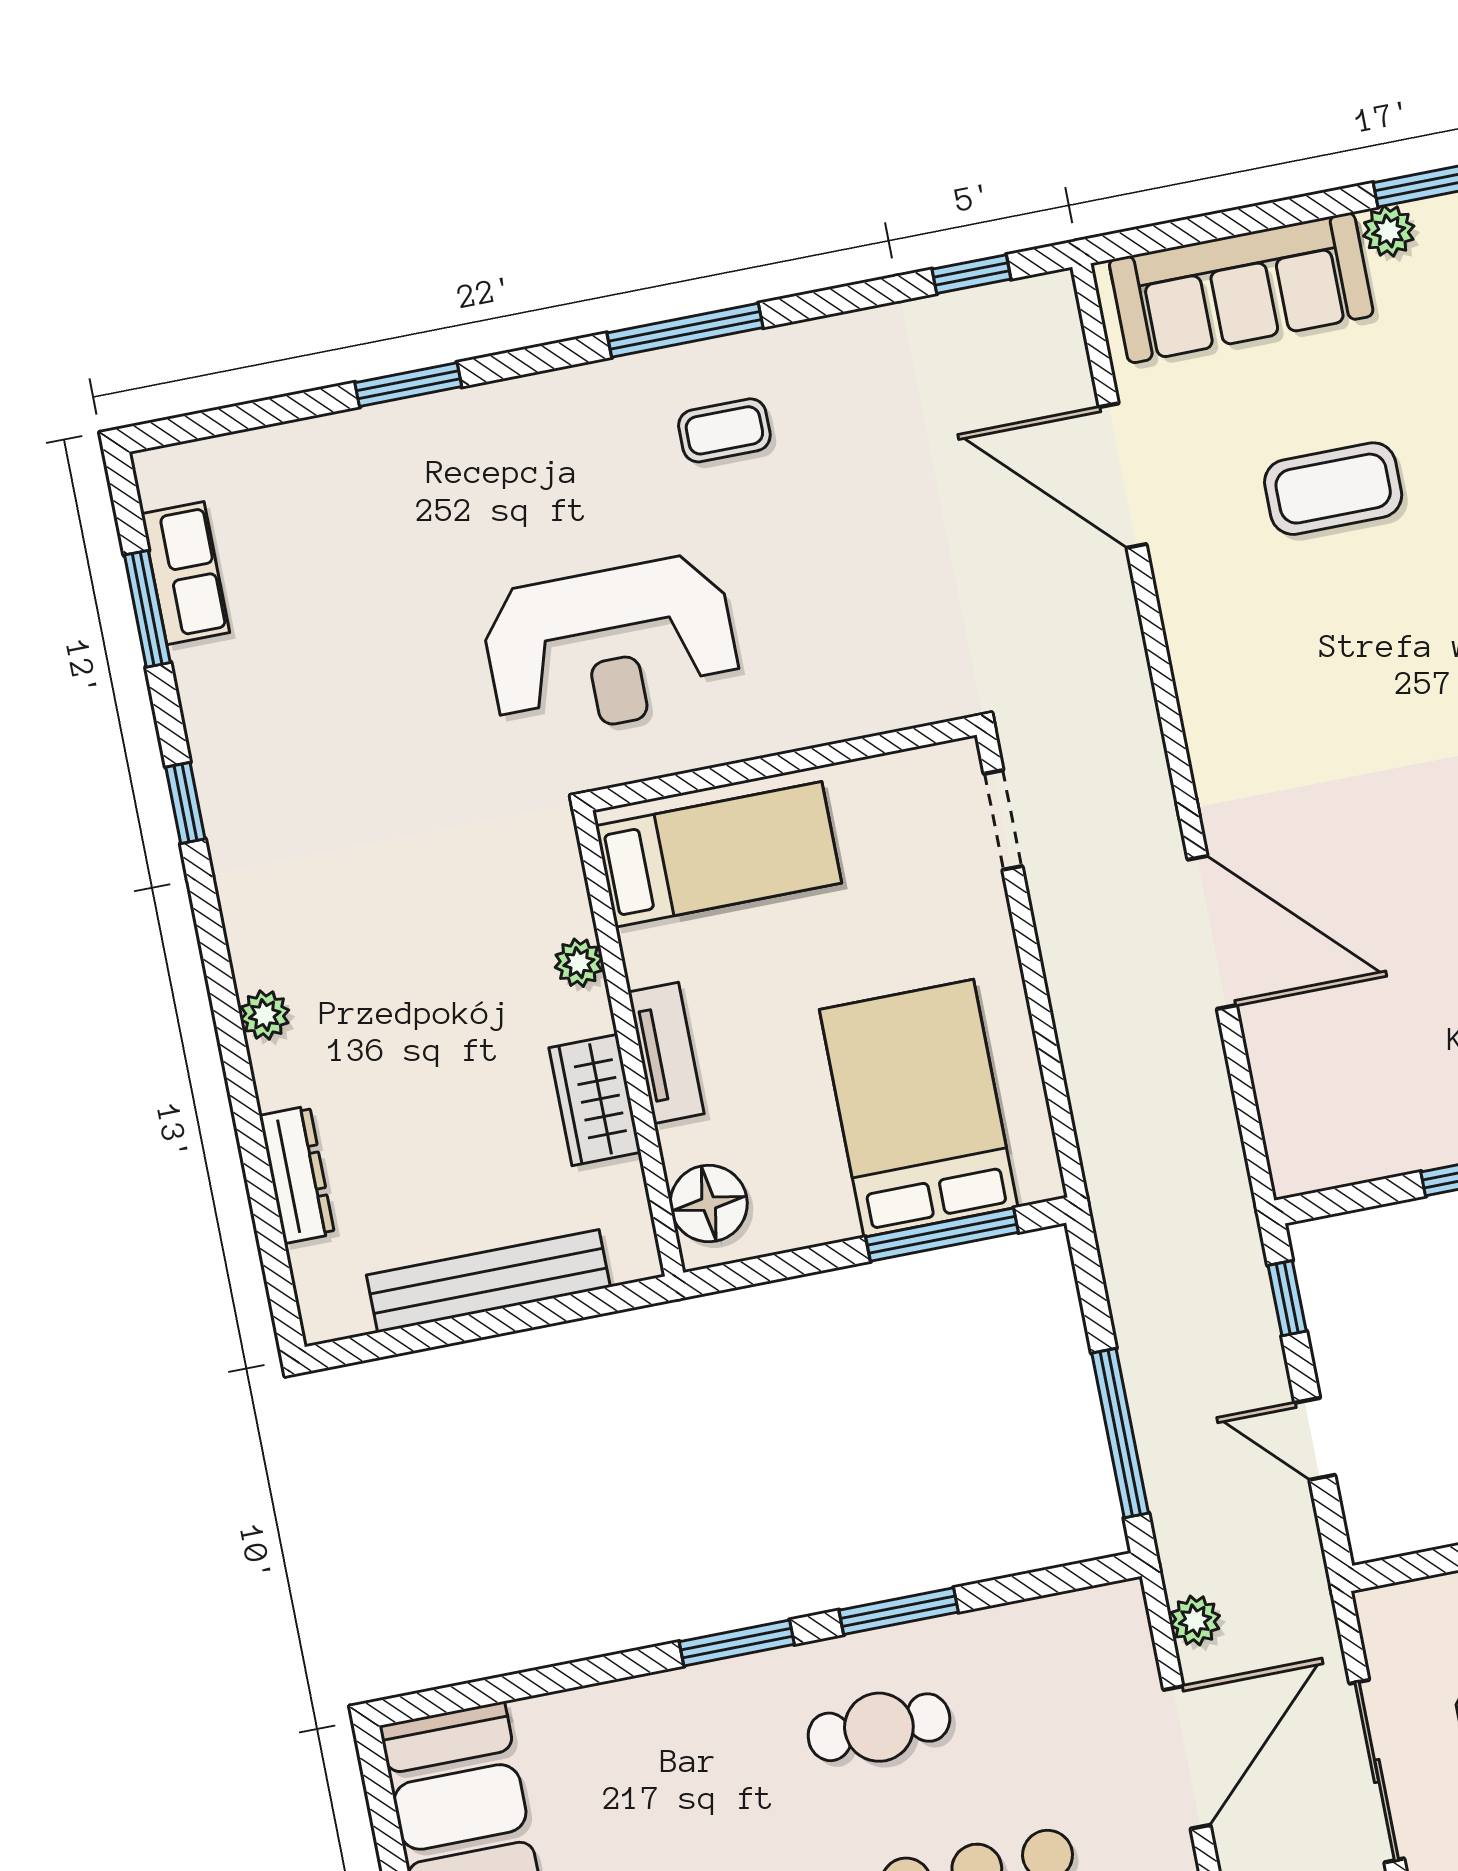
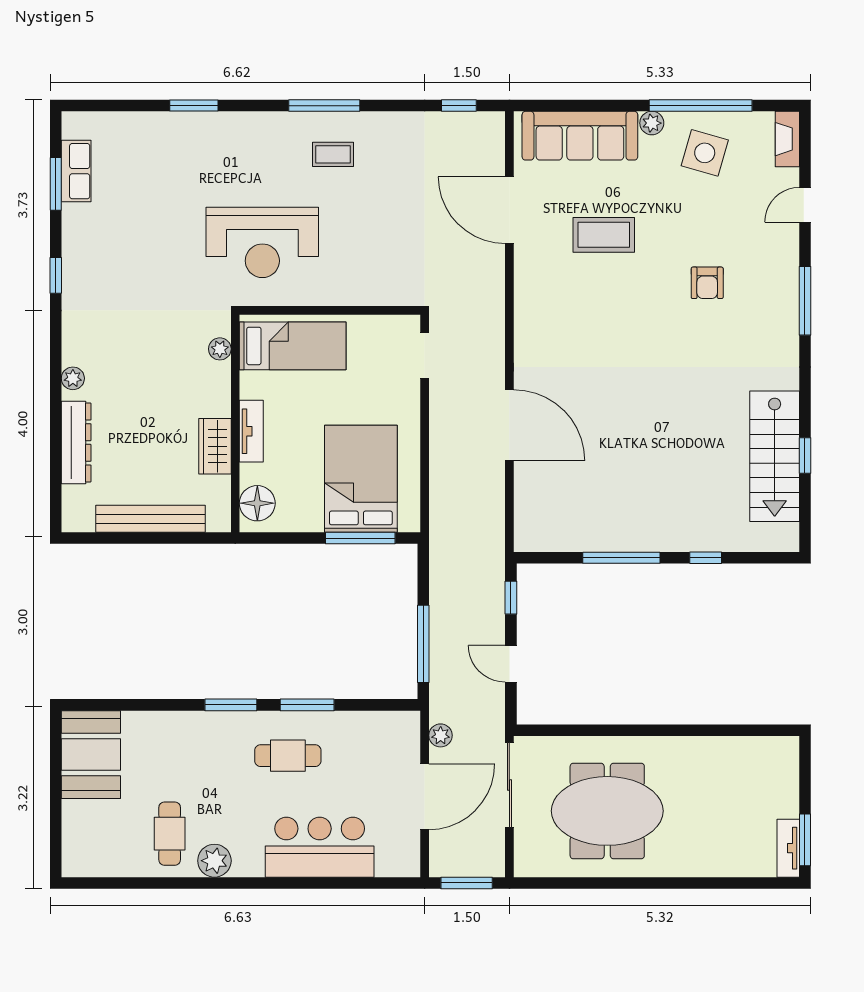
plant: (579, 963) -> (220, 349), moved
dresser: (297, 1175) -> (76, 443), width x1.37, depth x1.24
sliding door: (1377, 1771) -> (509, 785), moved

